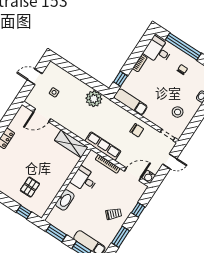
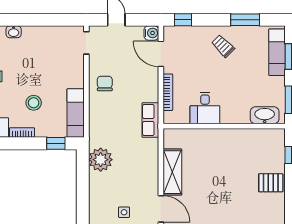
stool: (178, 112) -> (34, 103), moved
shelving: (71, 144) -> (172, 172), moved
row of seats: (103, 146) -> (150, 120), width x0.68
pallet: (30, 187) -> (271, 183), moved
washbasin: (65, 200) -> (265, 115), moved
window: (138, 210) -> (183, 20), moved

